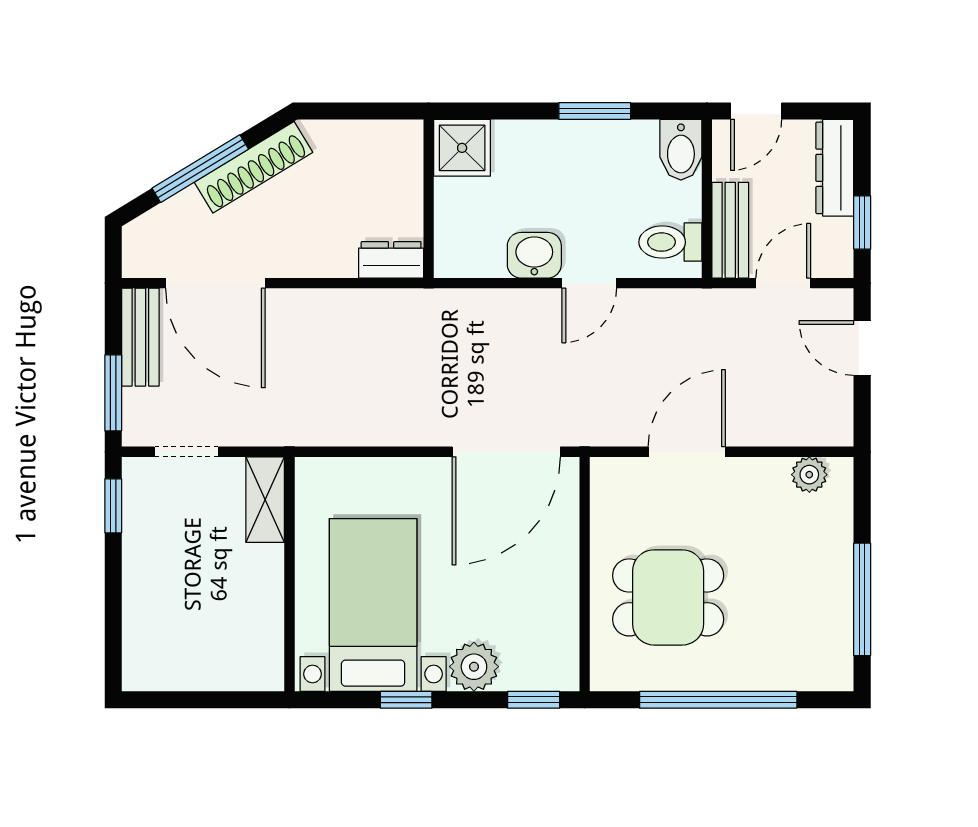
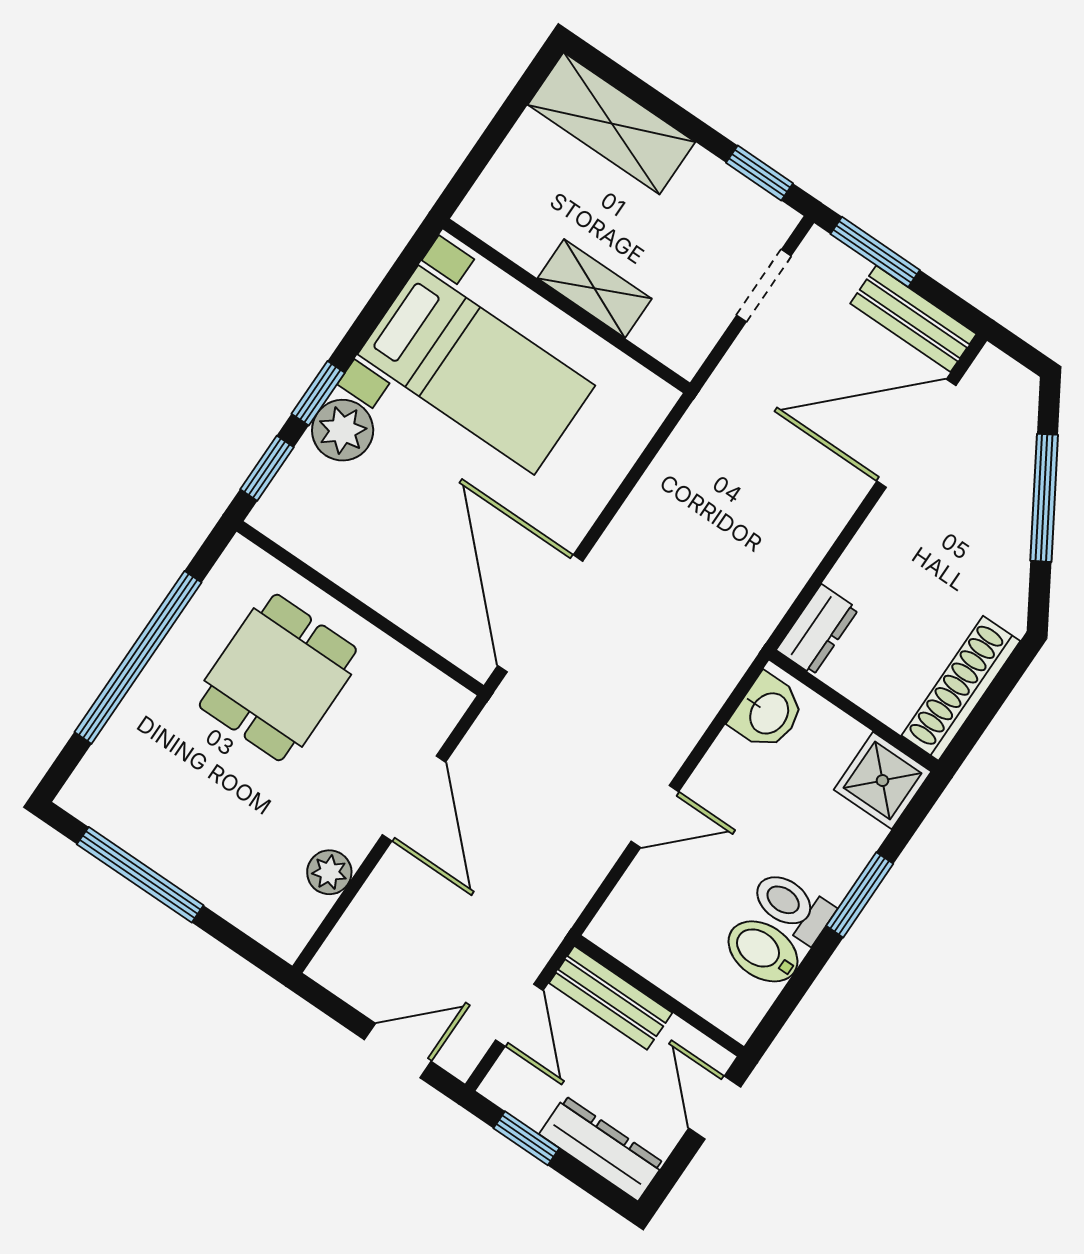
window: (595, 111) -> (860, 895), moved
bidet: (681, 150) -> (763, 951), moved
shoe rack: (253, 167) -> (961, 688), moved, turned 31
toilet: (670, 242) -> (792, 906), moved, turned -90
washbasin: (534, 255) -> (768, 712), moved
door: (589, 283) -> (655, 816), swing flipped
plant: (809, 475) -> (329, 872), moved
shelving: (265, 500) -> (595, 289), moved
shelving: (147, 627) -> (612, 123), added
window: (406, 700) -> (318, 393), moved

